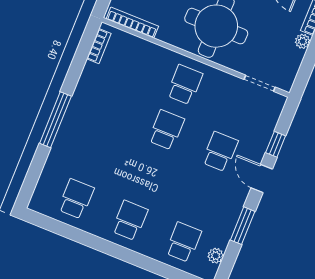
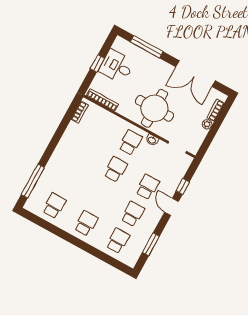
washbasin: (218, 77) -> (152, 140), added
window: (55, 120) -> (33, 181), moved
school desk: (202, 197) -> (133, 214), added
window: (243, 226) -> (151, 244), moved
plant: (216, 256) -> (137, 252), removed

